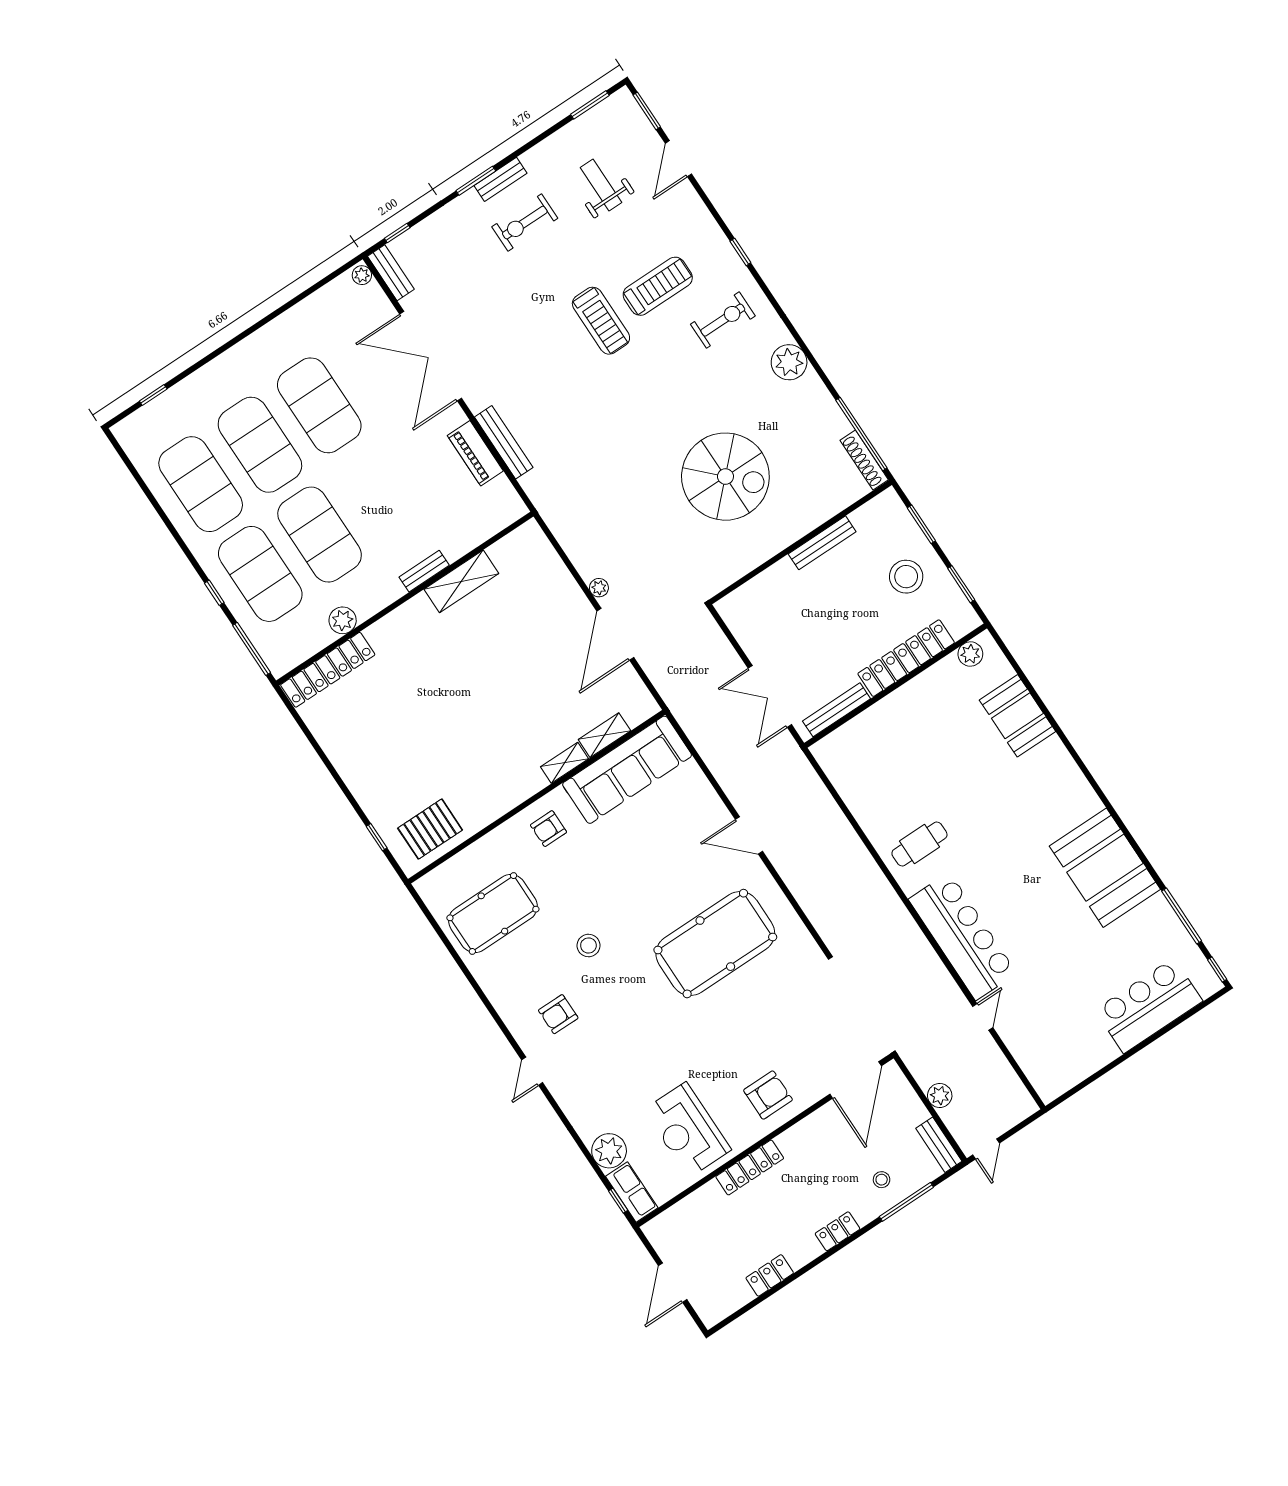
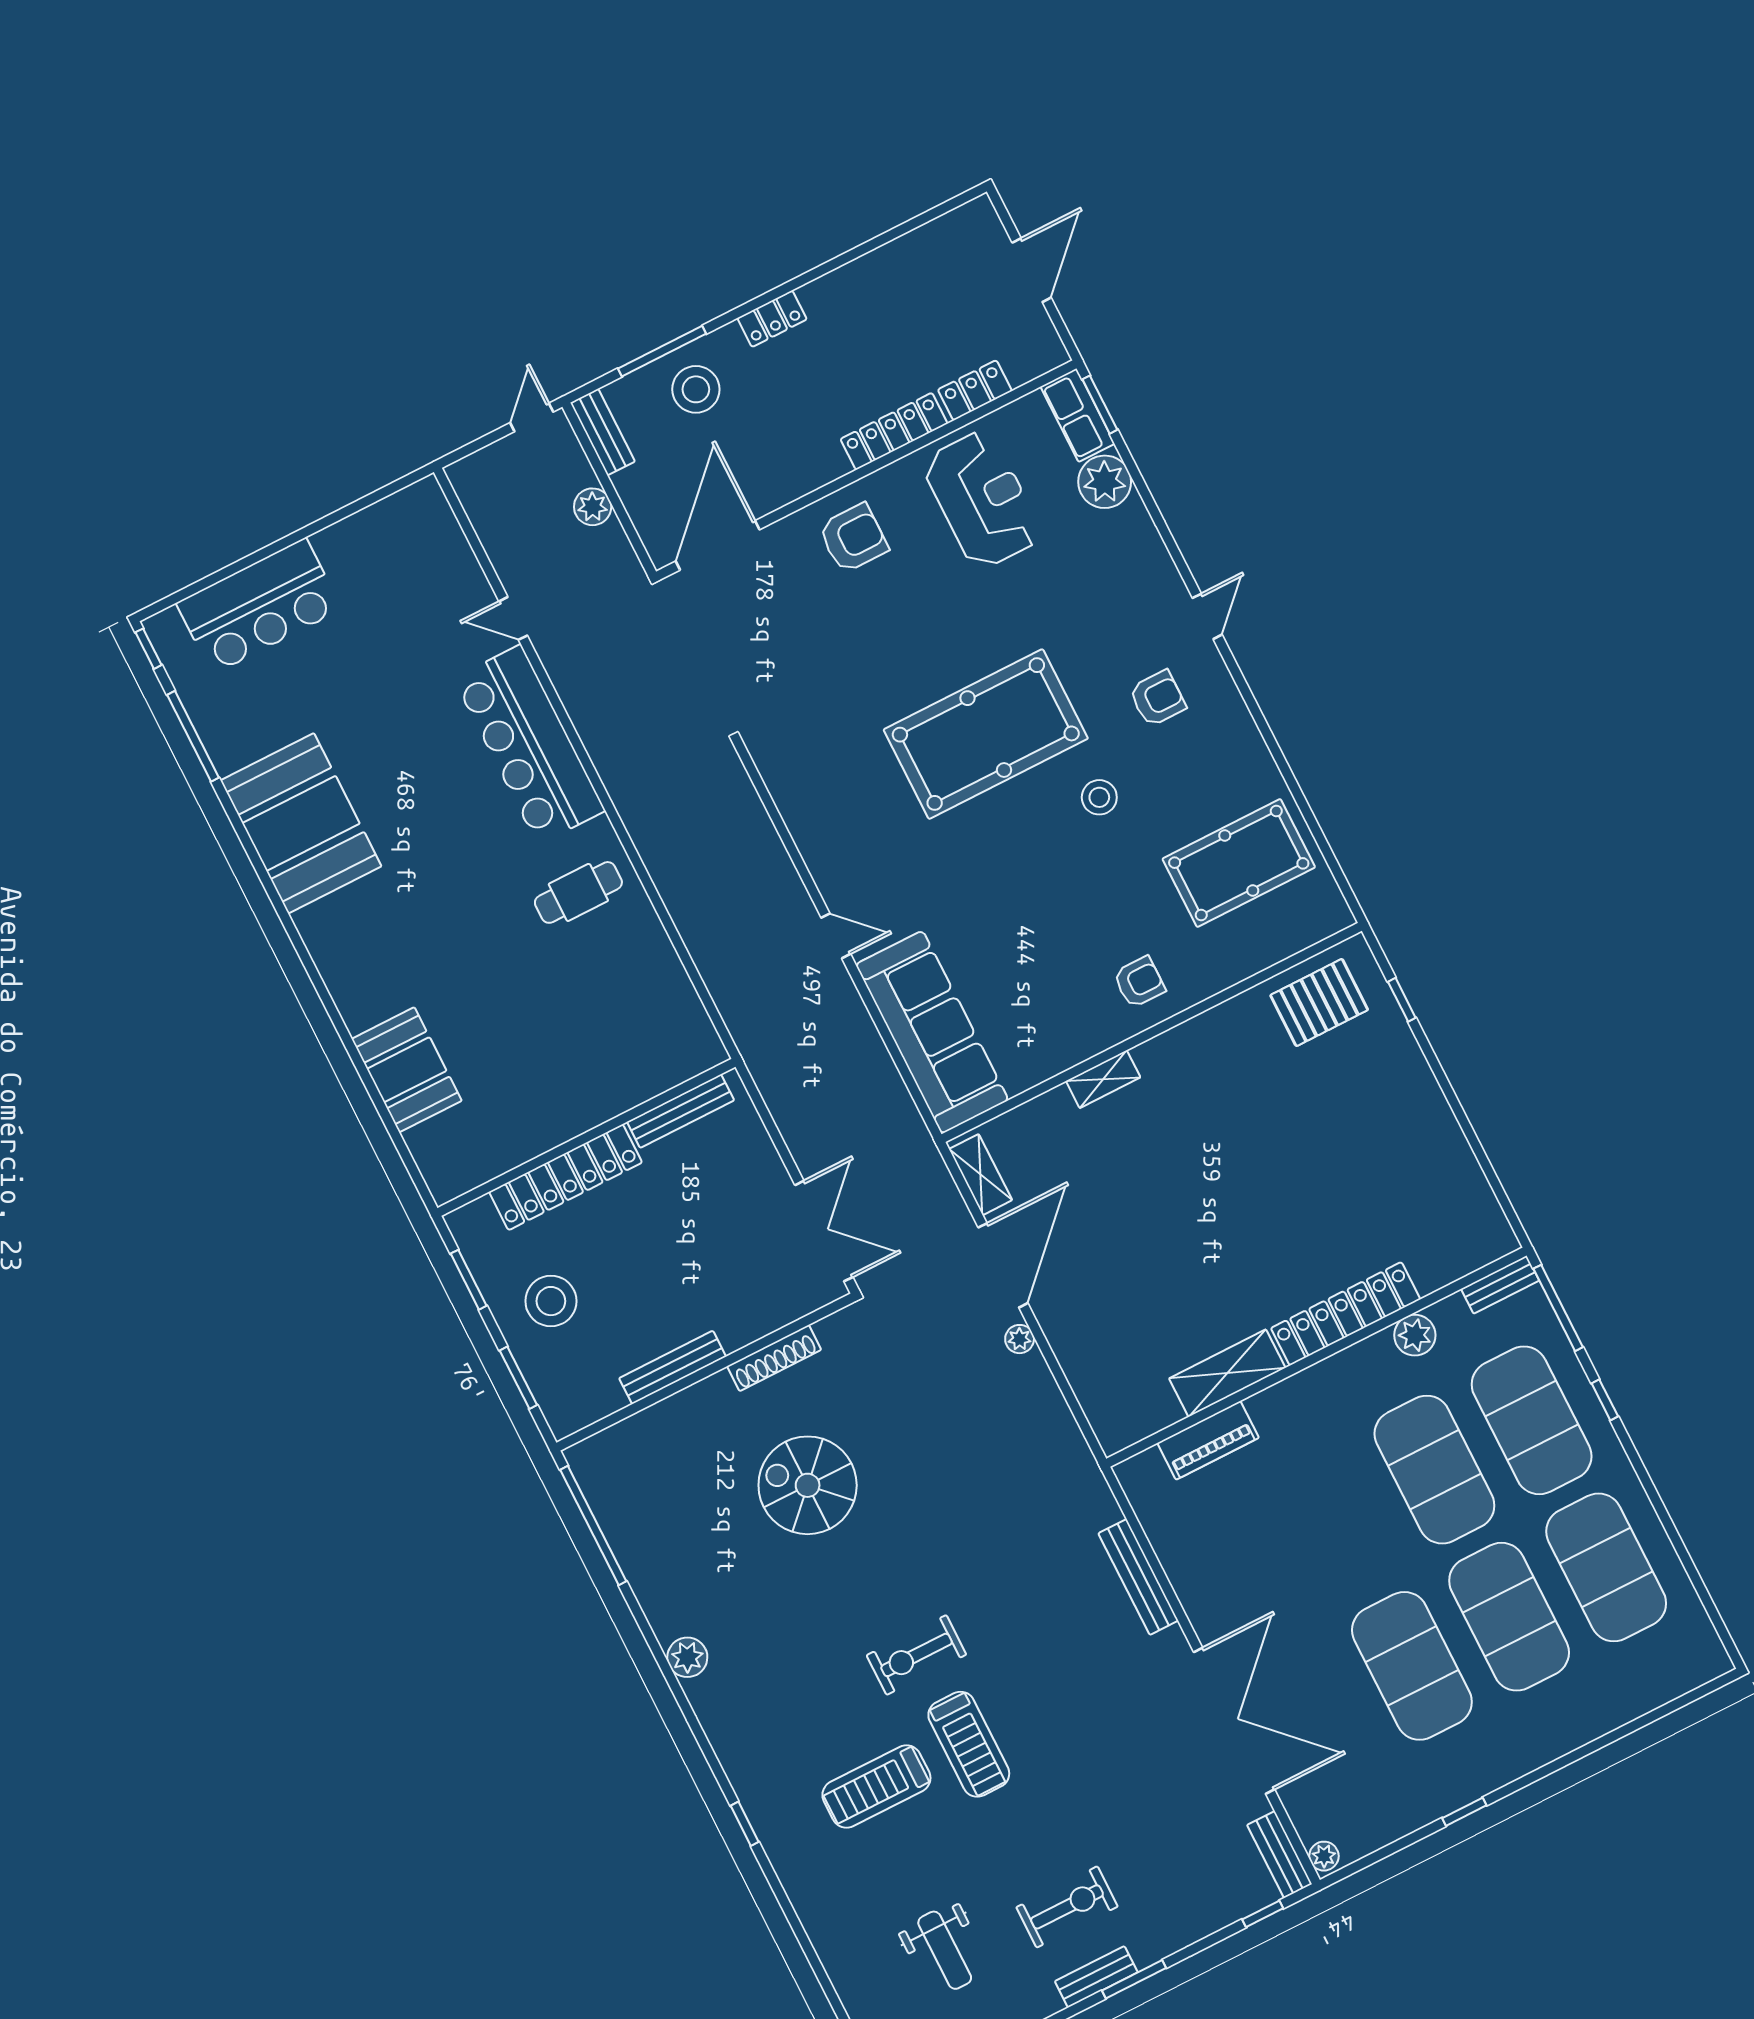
door: (678, 159) -> (822, 1977), removed
exercise bike: (723, 320) -> (916, 1655), moved
treadmill: (601, 321) -> (969, 1744), turned 180
plant: (789, 362) -> (687, 1657), width x0.73, depth x0.73
window: (153, 395) -> (1464, 1812), moved
piano: (475, 453) -> (1208, 1440), moved, turned 90
shoe rack: (864, 460) -> (774, 1358), moved, turned 90
spiral stairs: (725, 477) -> (808, 1485), width x0.73, depth x0.73
bench: (424, 571) -> (1500, 1285), moved
plant: (970, 654) -> (467, 1172), removed
locker: (328, 670) -> (1346, 1314), moved
double door: (770, 696) -> (824, 1231), moved
shelving: (604, 735) -> (981, 1175), moved, turned 90
sofa: (627, 770) -> (932, 1032), moved, turned 90
door: (749, 835) -> (836, 936), width x0.73
pool table: (715, 944) -> (986, 734), moved
door: (983, 1017) -> (513, 618), hinge flipped
armchair: (768, 1095) -> (853, 538), turned 180
stool: (882, 1180) -> (696, 389), width x1.89, depth x1.89
window: (618, 1201) -> (1100, 405), width x1.50
locker: (770, 1275) -> (975, 390), moved, turned 180

